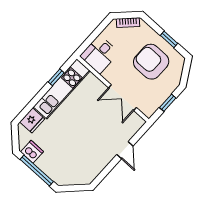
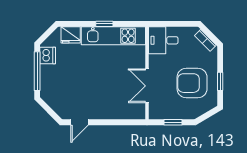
armchair: (151, 62) -> (192, 83), turned -90
window: (56, 77) -> (104, 24), moved
door: (125, 150) -> (79, 122), moved

